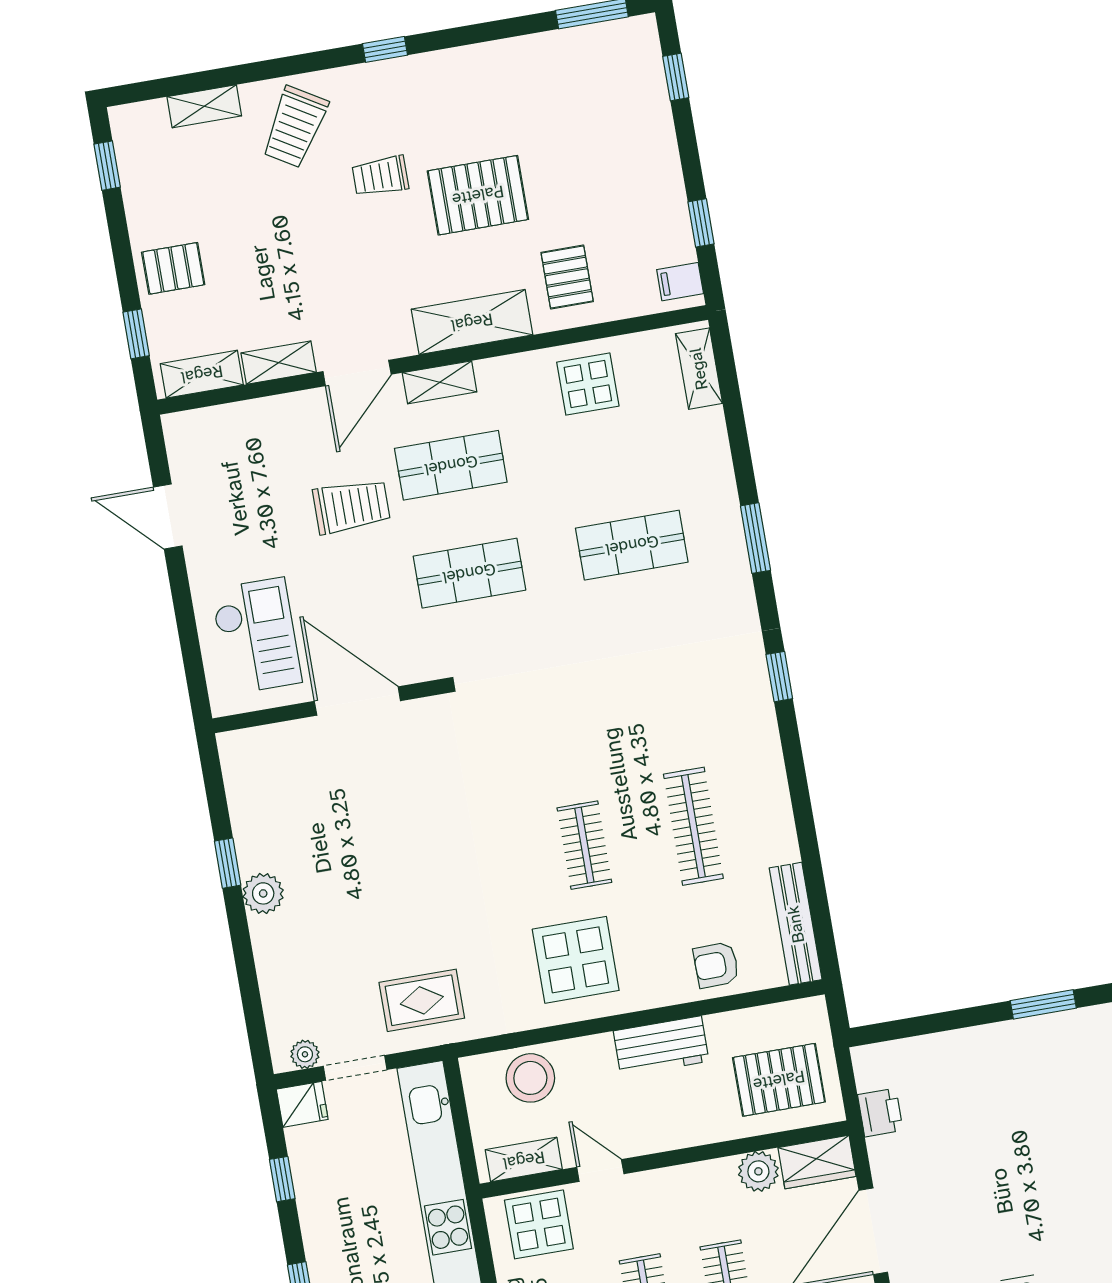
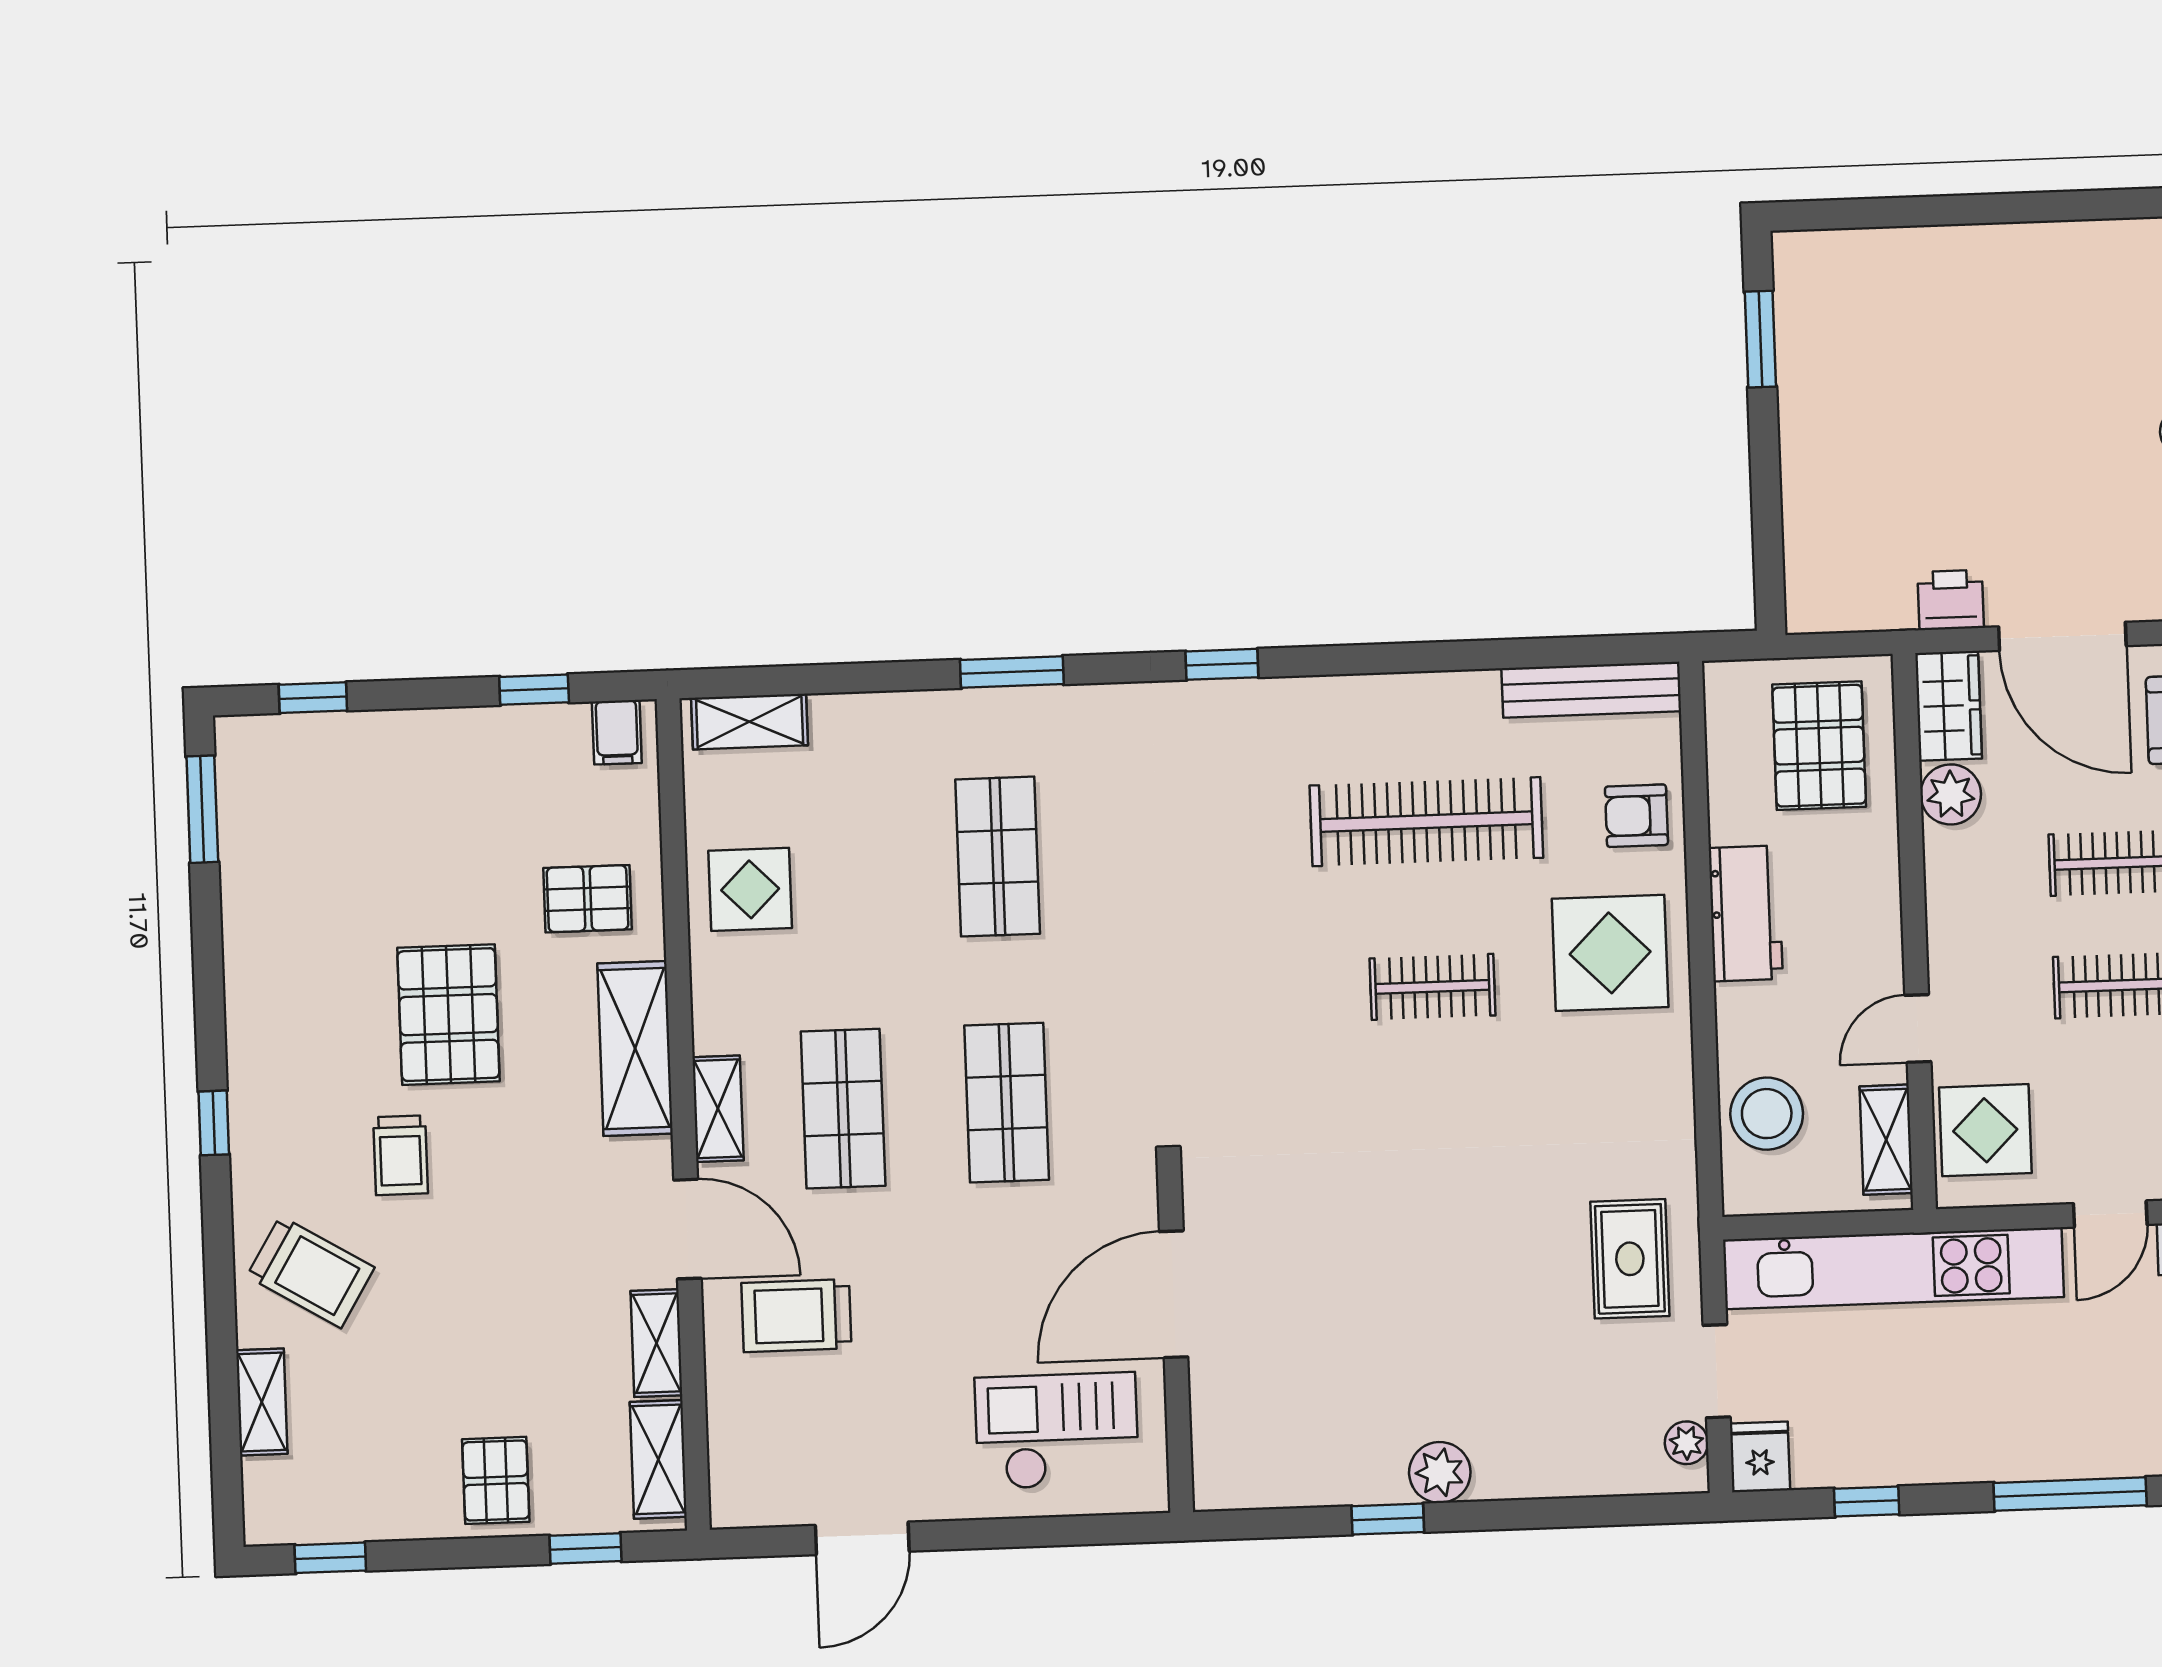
trolley: (351, 506) -> (796, 1316), moved, turned -90
clothes rail: (693, 826) -> (1426, 822), width x1.37, depth x1.31
display table: (576, 960) -> (1610, 953), moved
armchair: (716, 965) -> (1636, 816), turned 91
printer: (880, 1113) -> (1951, 600), moved

